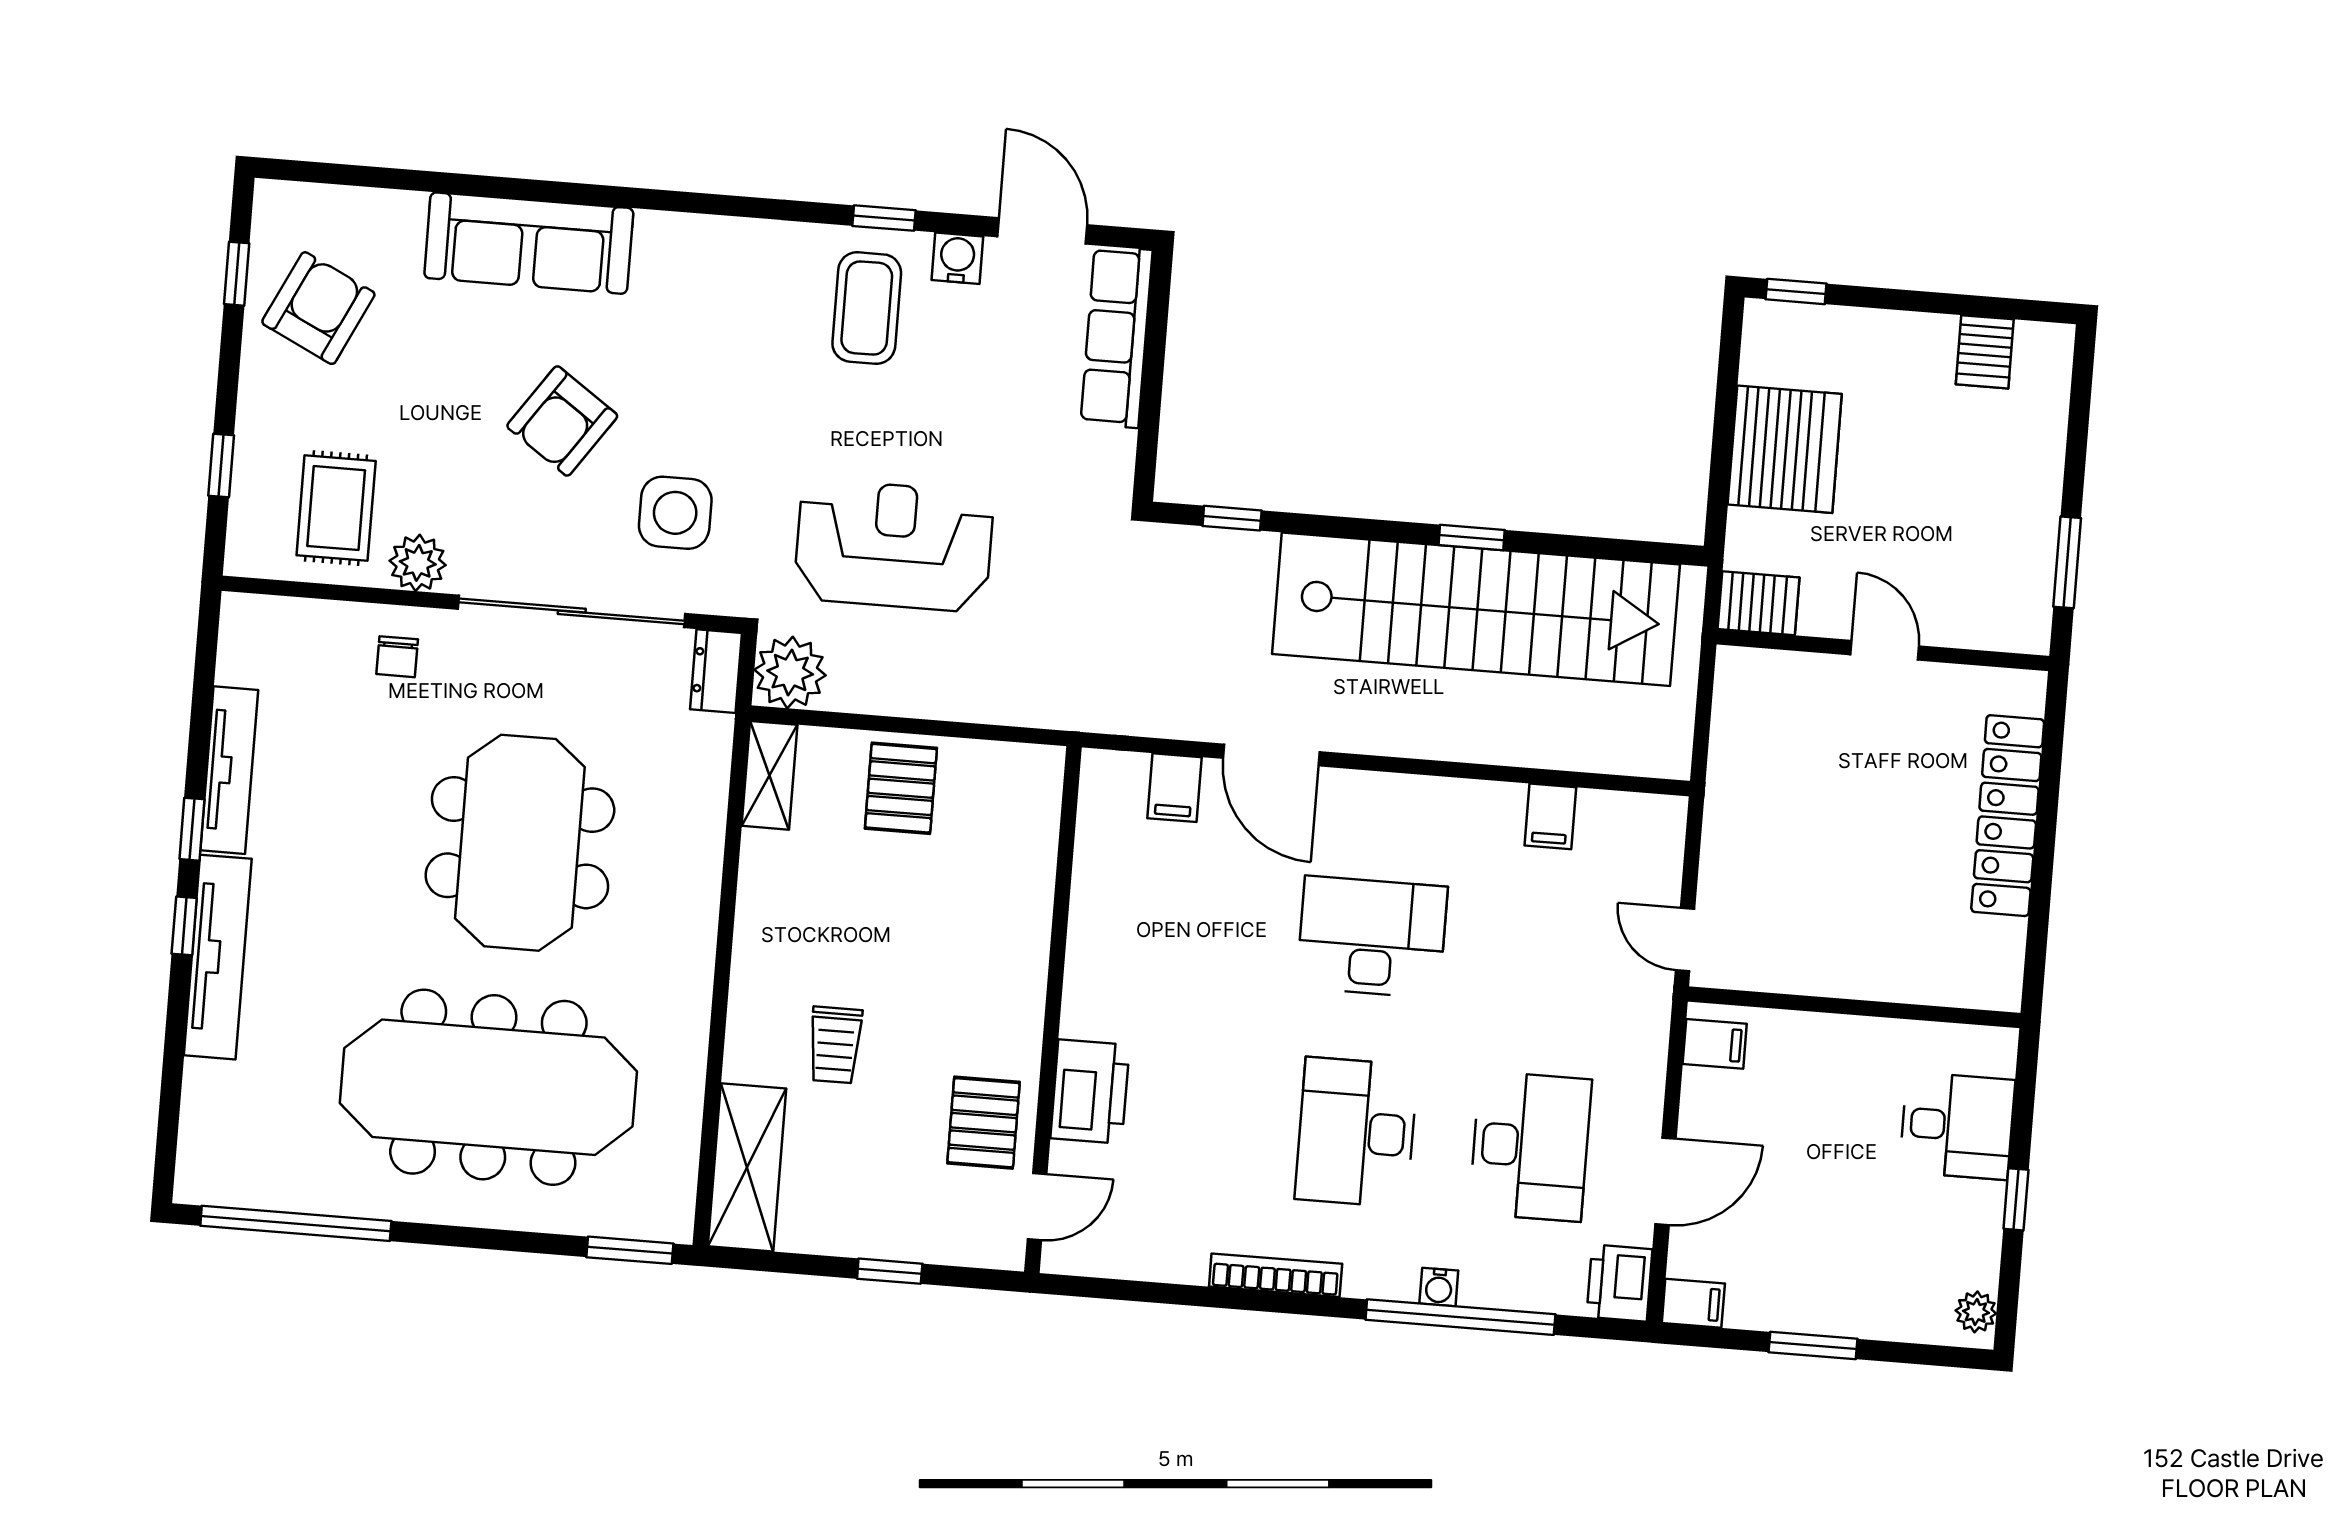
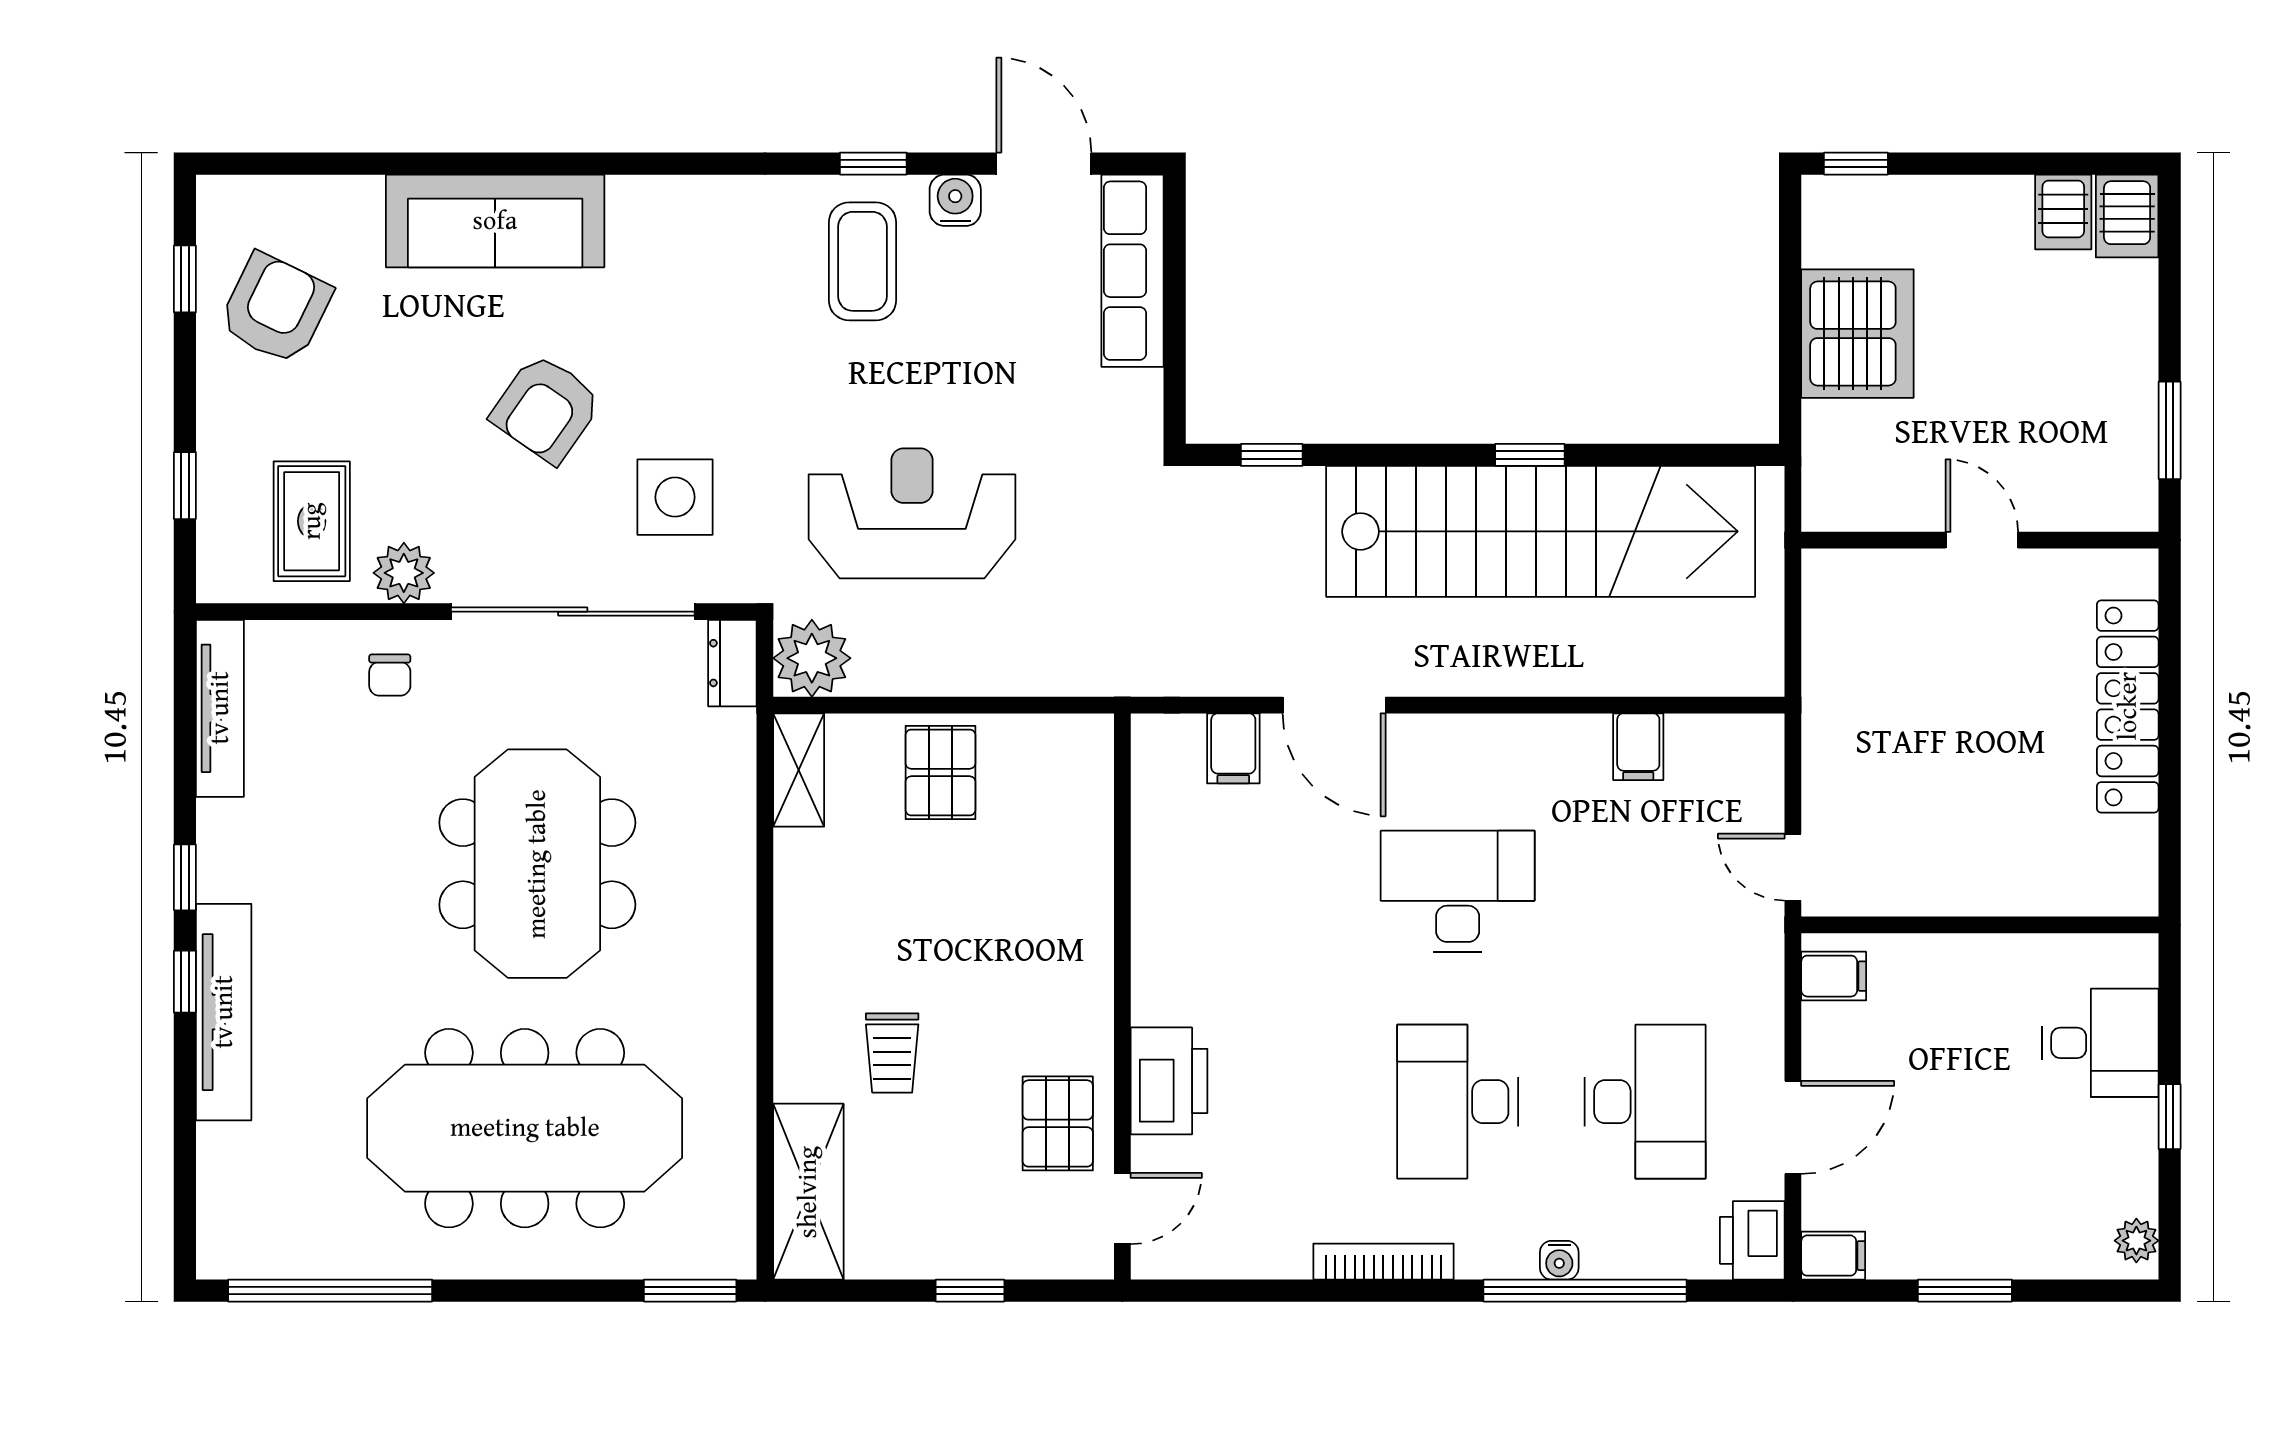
server rack: (1759, 603) -> (2127, 216), moved, turned 90
tv unit: (229, 770) -> (220, 708), moved

